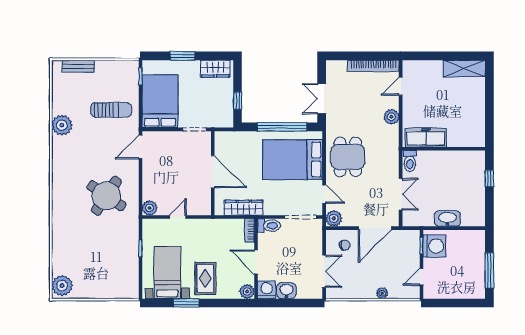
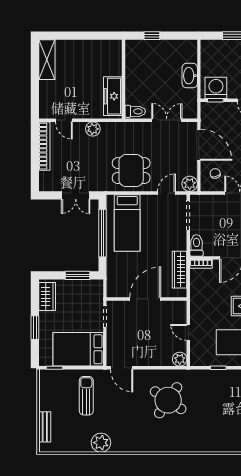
window: (238, 101) -> (77, 275), width x1.50
bed: (293, 160) -> (127, 223), width x0.67

